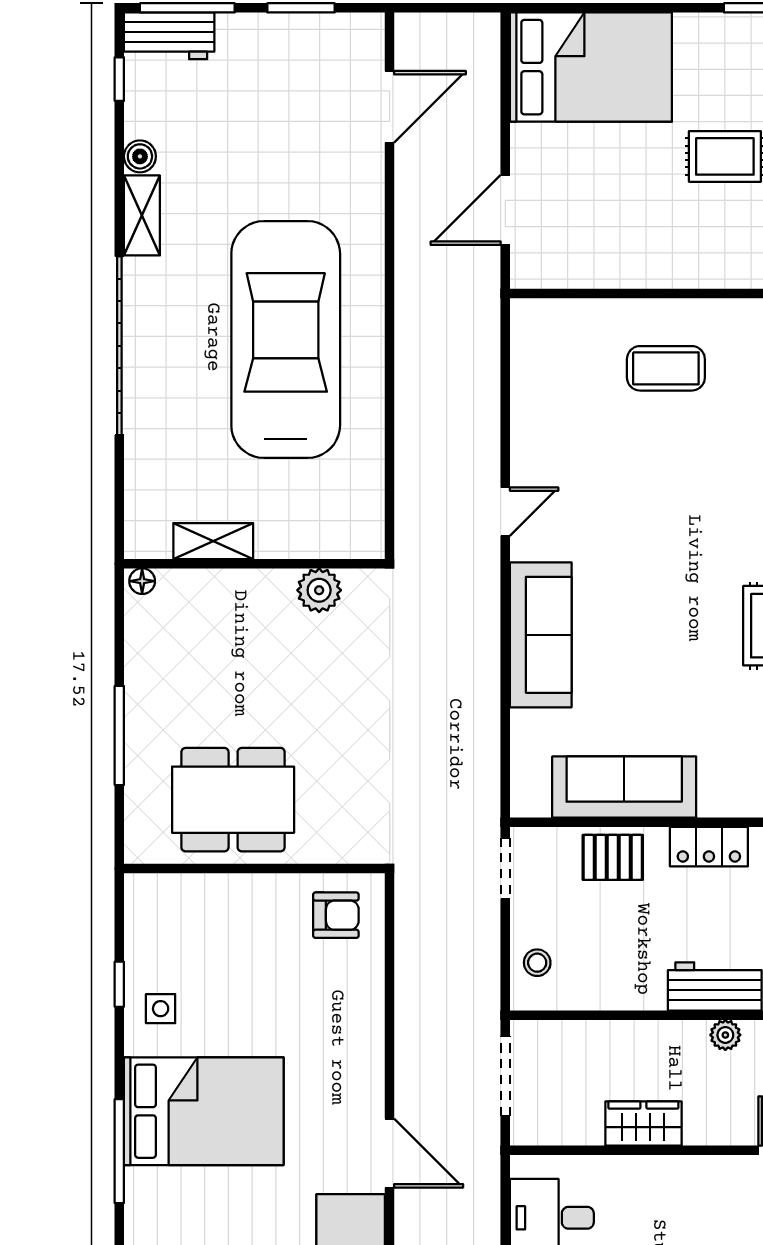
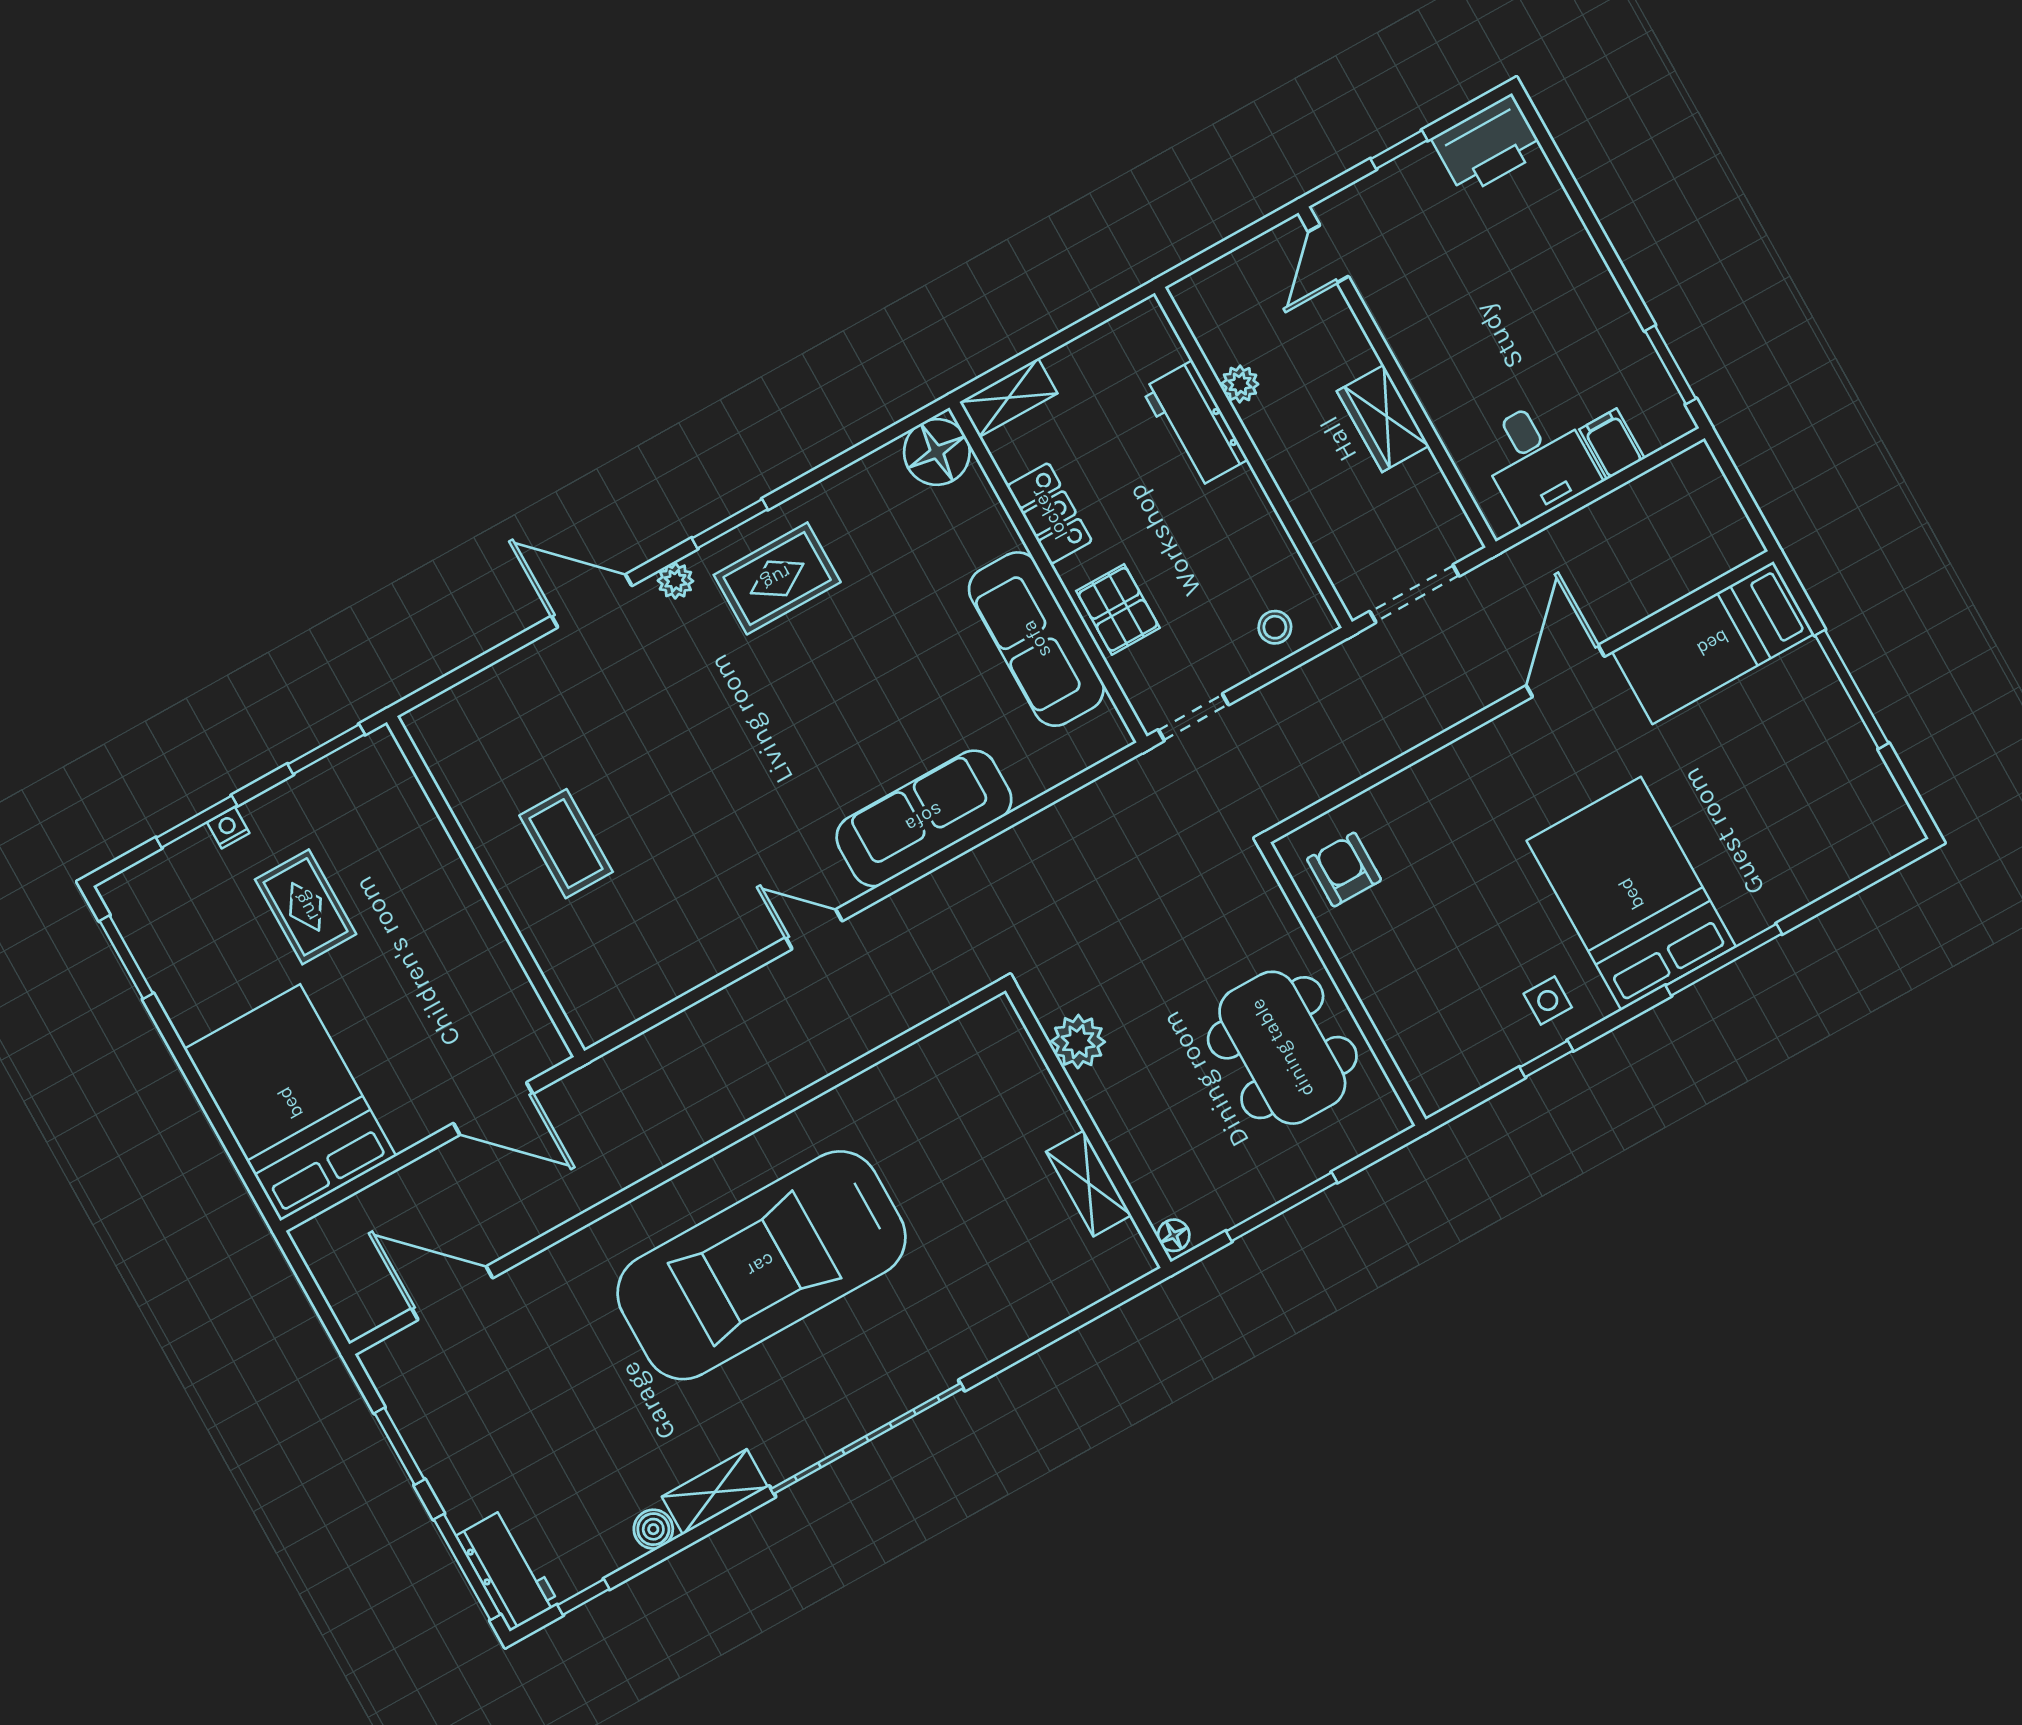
shelving: (213, 541) -> (1089, 1183), moved
wall: (254, 564) -> (1088, 1126), moved
floor lamp: (142, 581) -> (1174, 1235), moved
plant: (319, 590) -> (1078, 1042), moved

